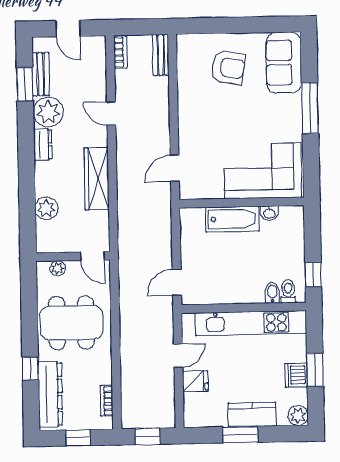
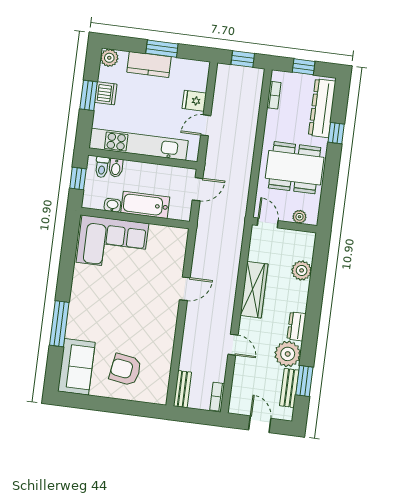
corner sofa: (263, 171) -> (112, 243), moved
wall: (242, 203) -> (135, 218), moved
washbasin: (269, 213) -> (112, 205), moved
bathtub: (232, 219) -> (145, 205), moved

